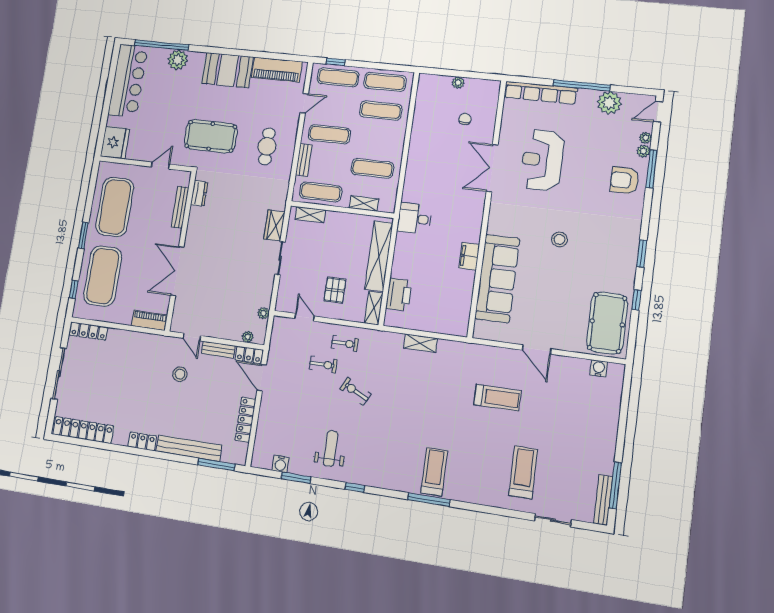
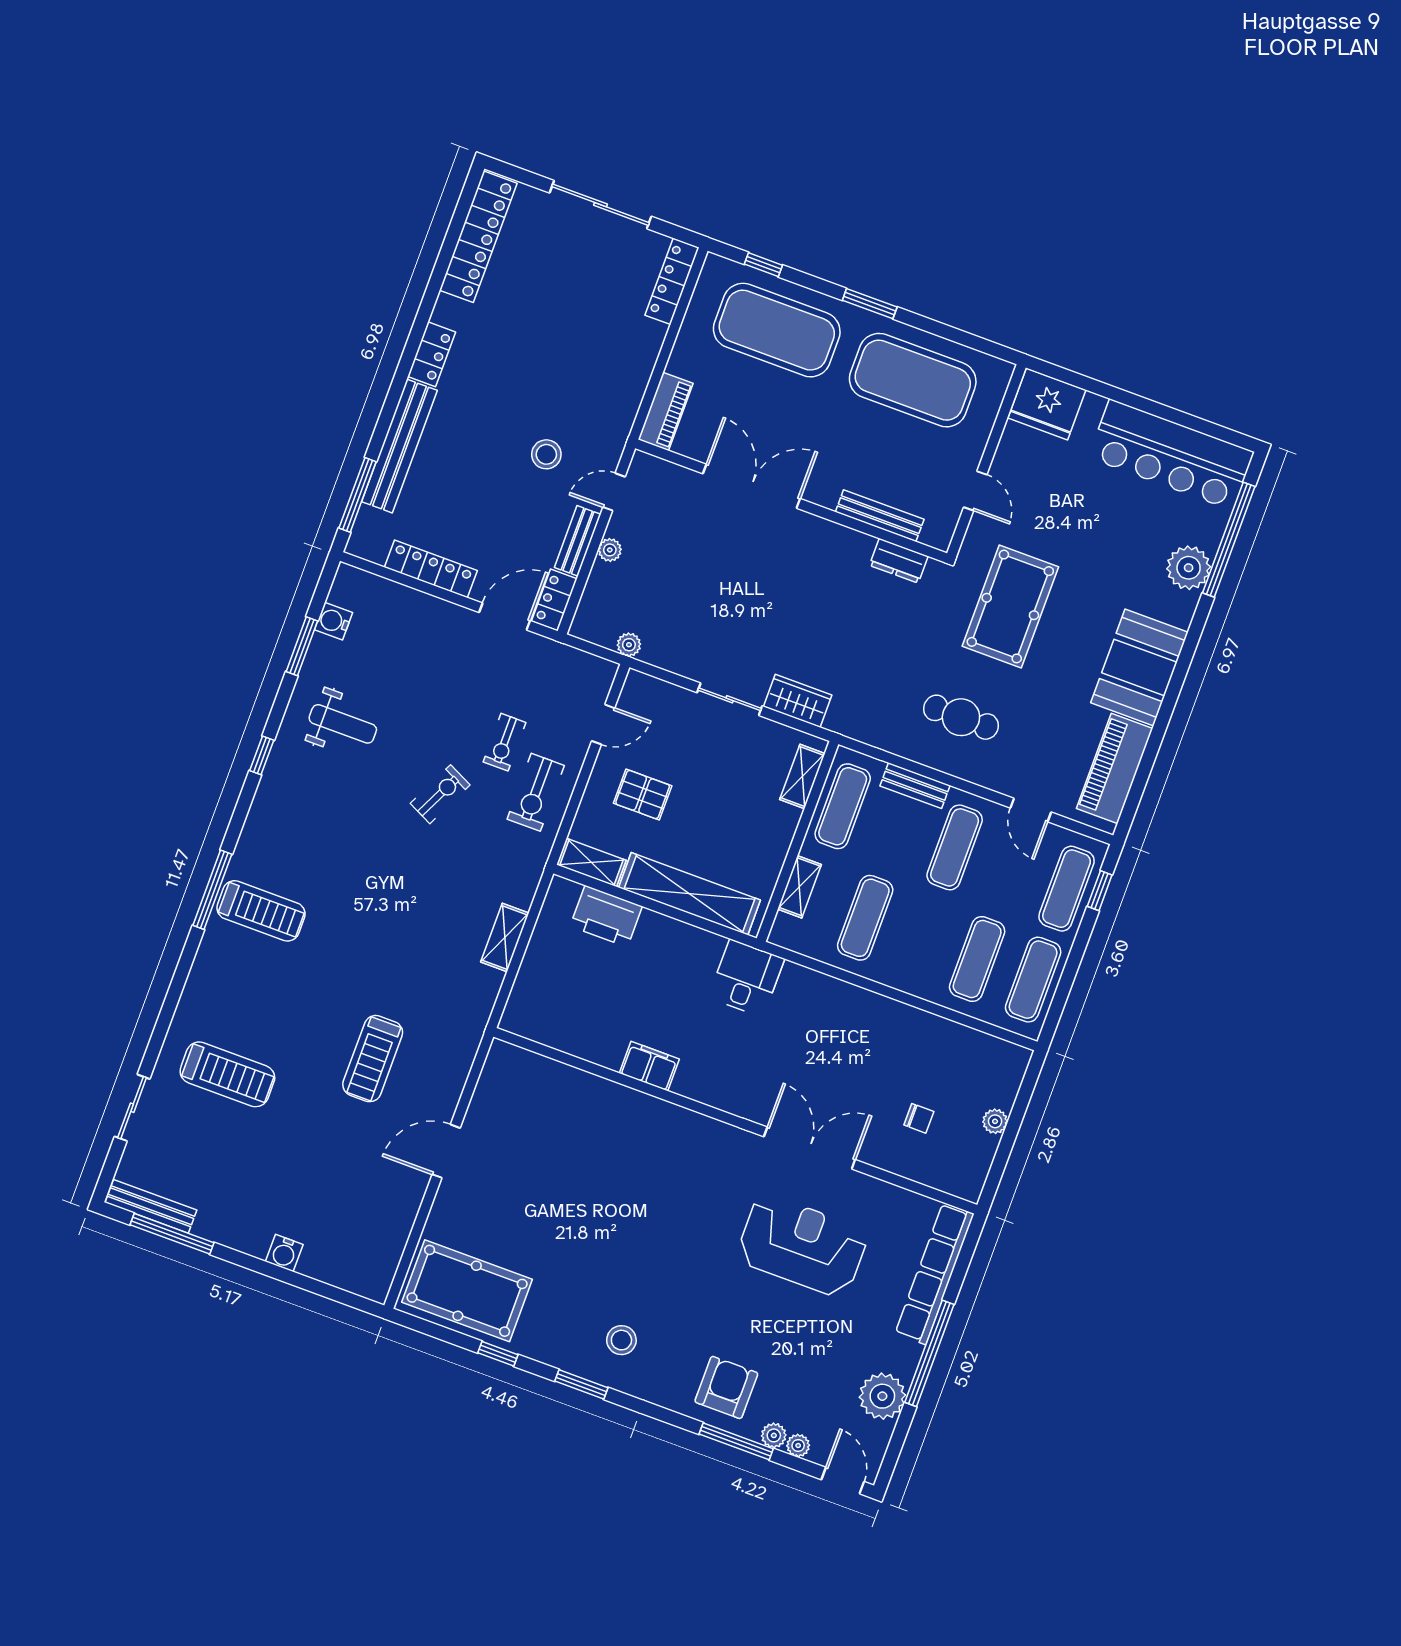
stool: (559, 239) -> (621, 1340), moved
sofa: (497, 279) -> (595, 1109), removed
plant: (248, 337) -> (610, 550), moved
exercise bike: (345, 343) -> (536, 792), width x1.38, depth x1.39
water cooler: (599, 368) -> (284, 1253), moved, turned 90

